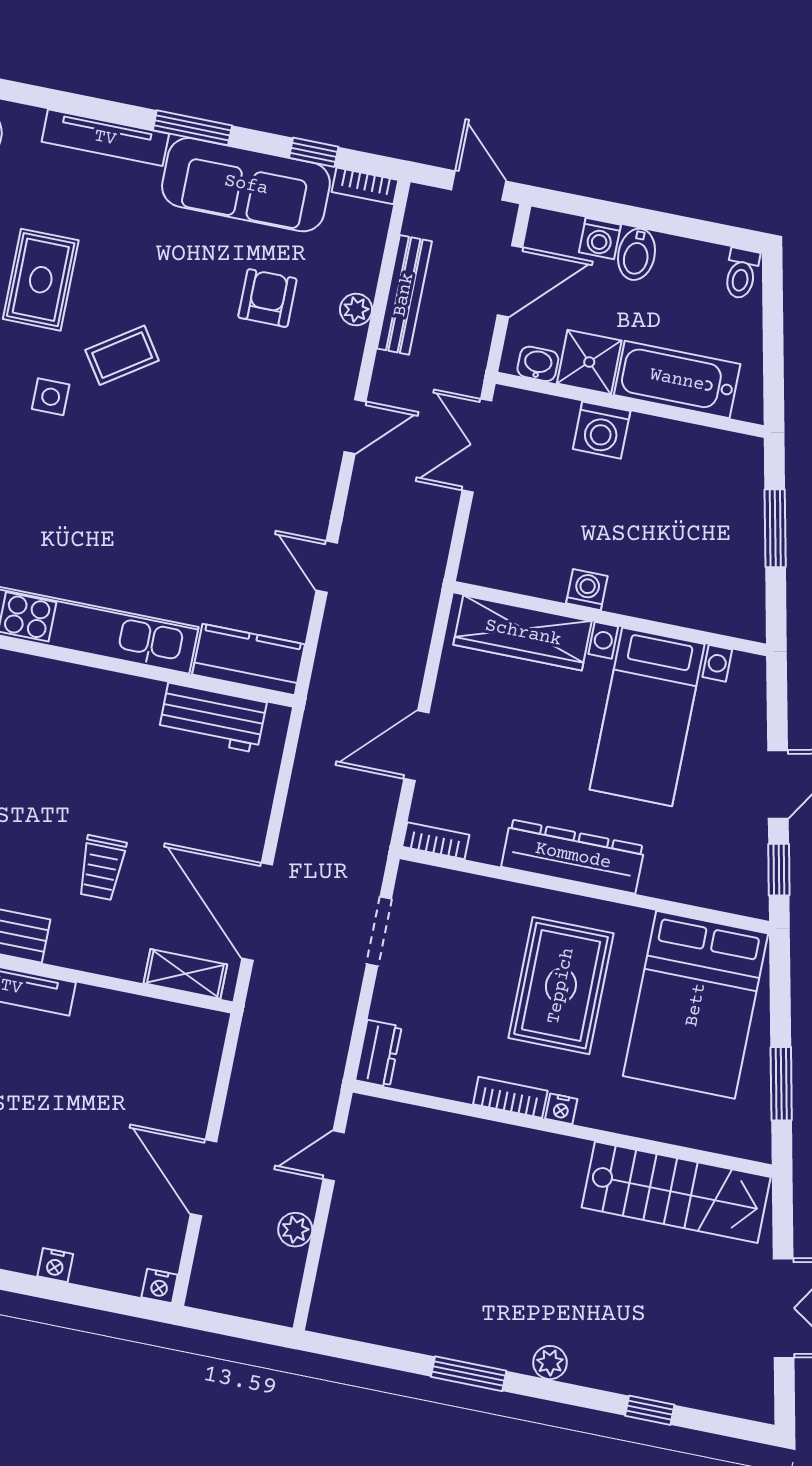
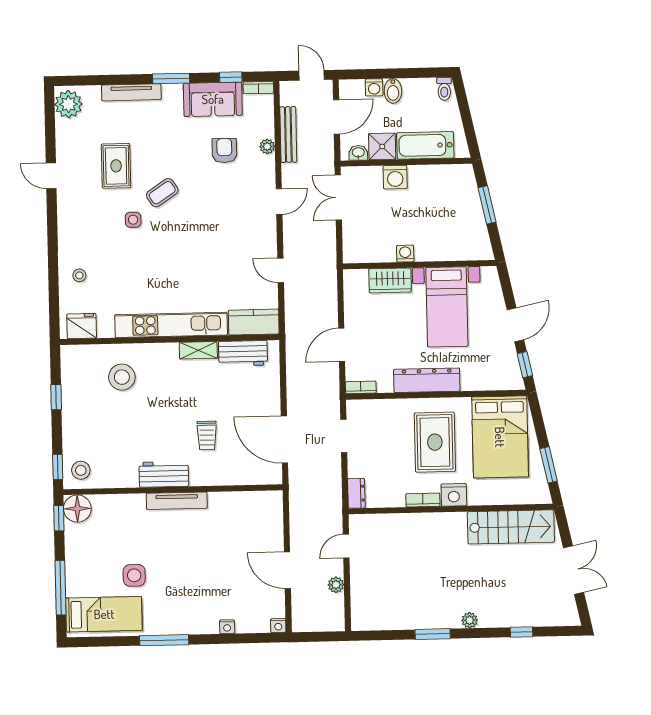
sofa: (246, 185) -> (213, 99), width x0.73
wardrobe: (523, 633) -> (390, 280), width x0.67
shelving: (185, 974) -> (198, 350), moved
nightstand: (561, 1109) -> (454, 495), width x1.89, depth x1.79

